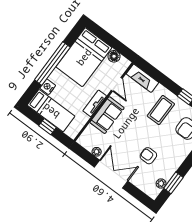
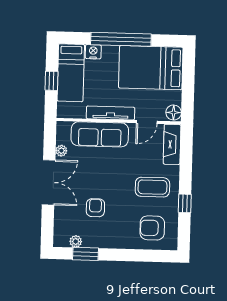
floor lamp: (114, 56) -> (174, 113), moved
tv unit: (95, 103) -> (110, 113), width x1.41
sofa: (107, 115) -> (100, 134), width x1.36

